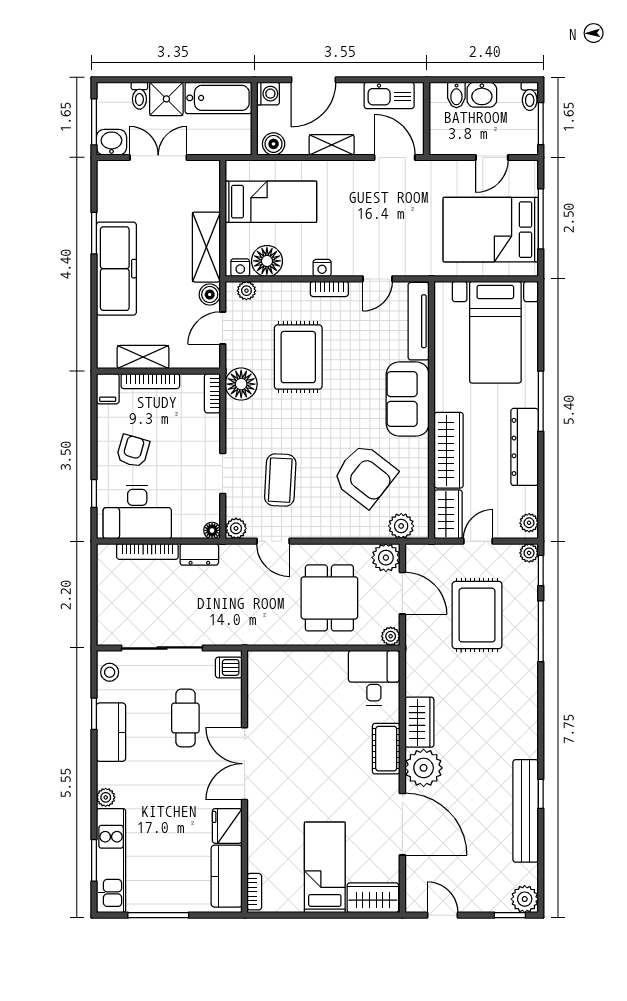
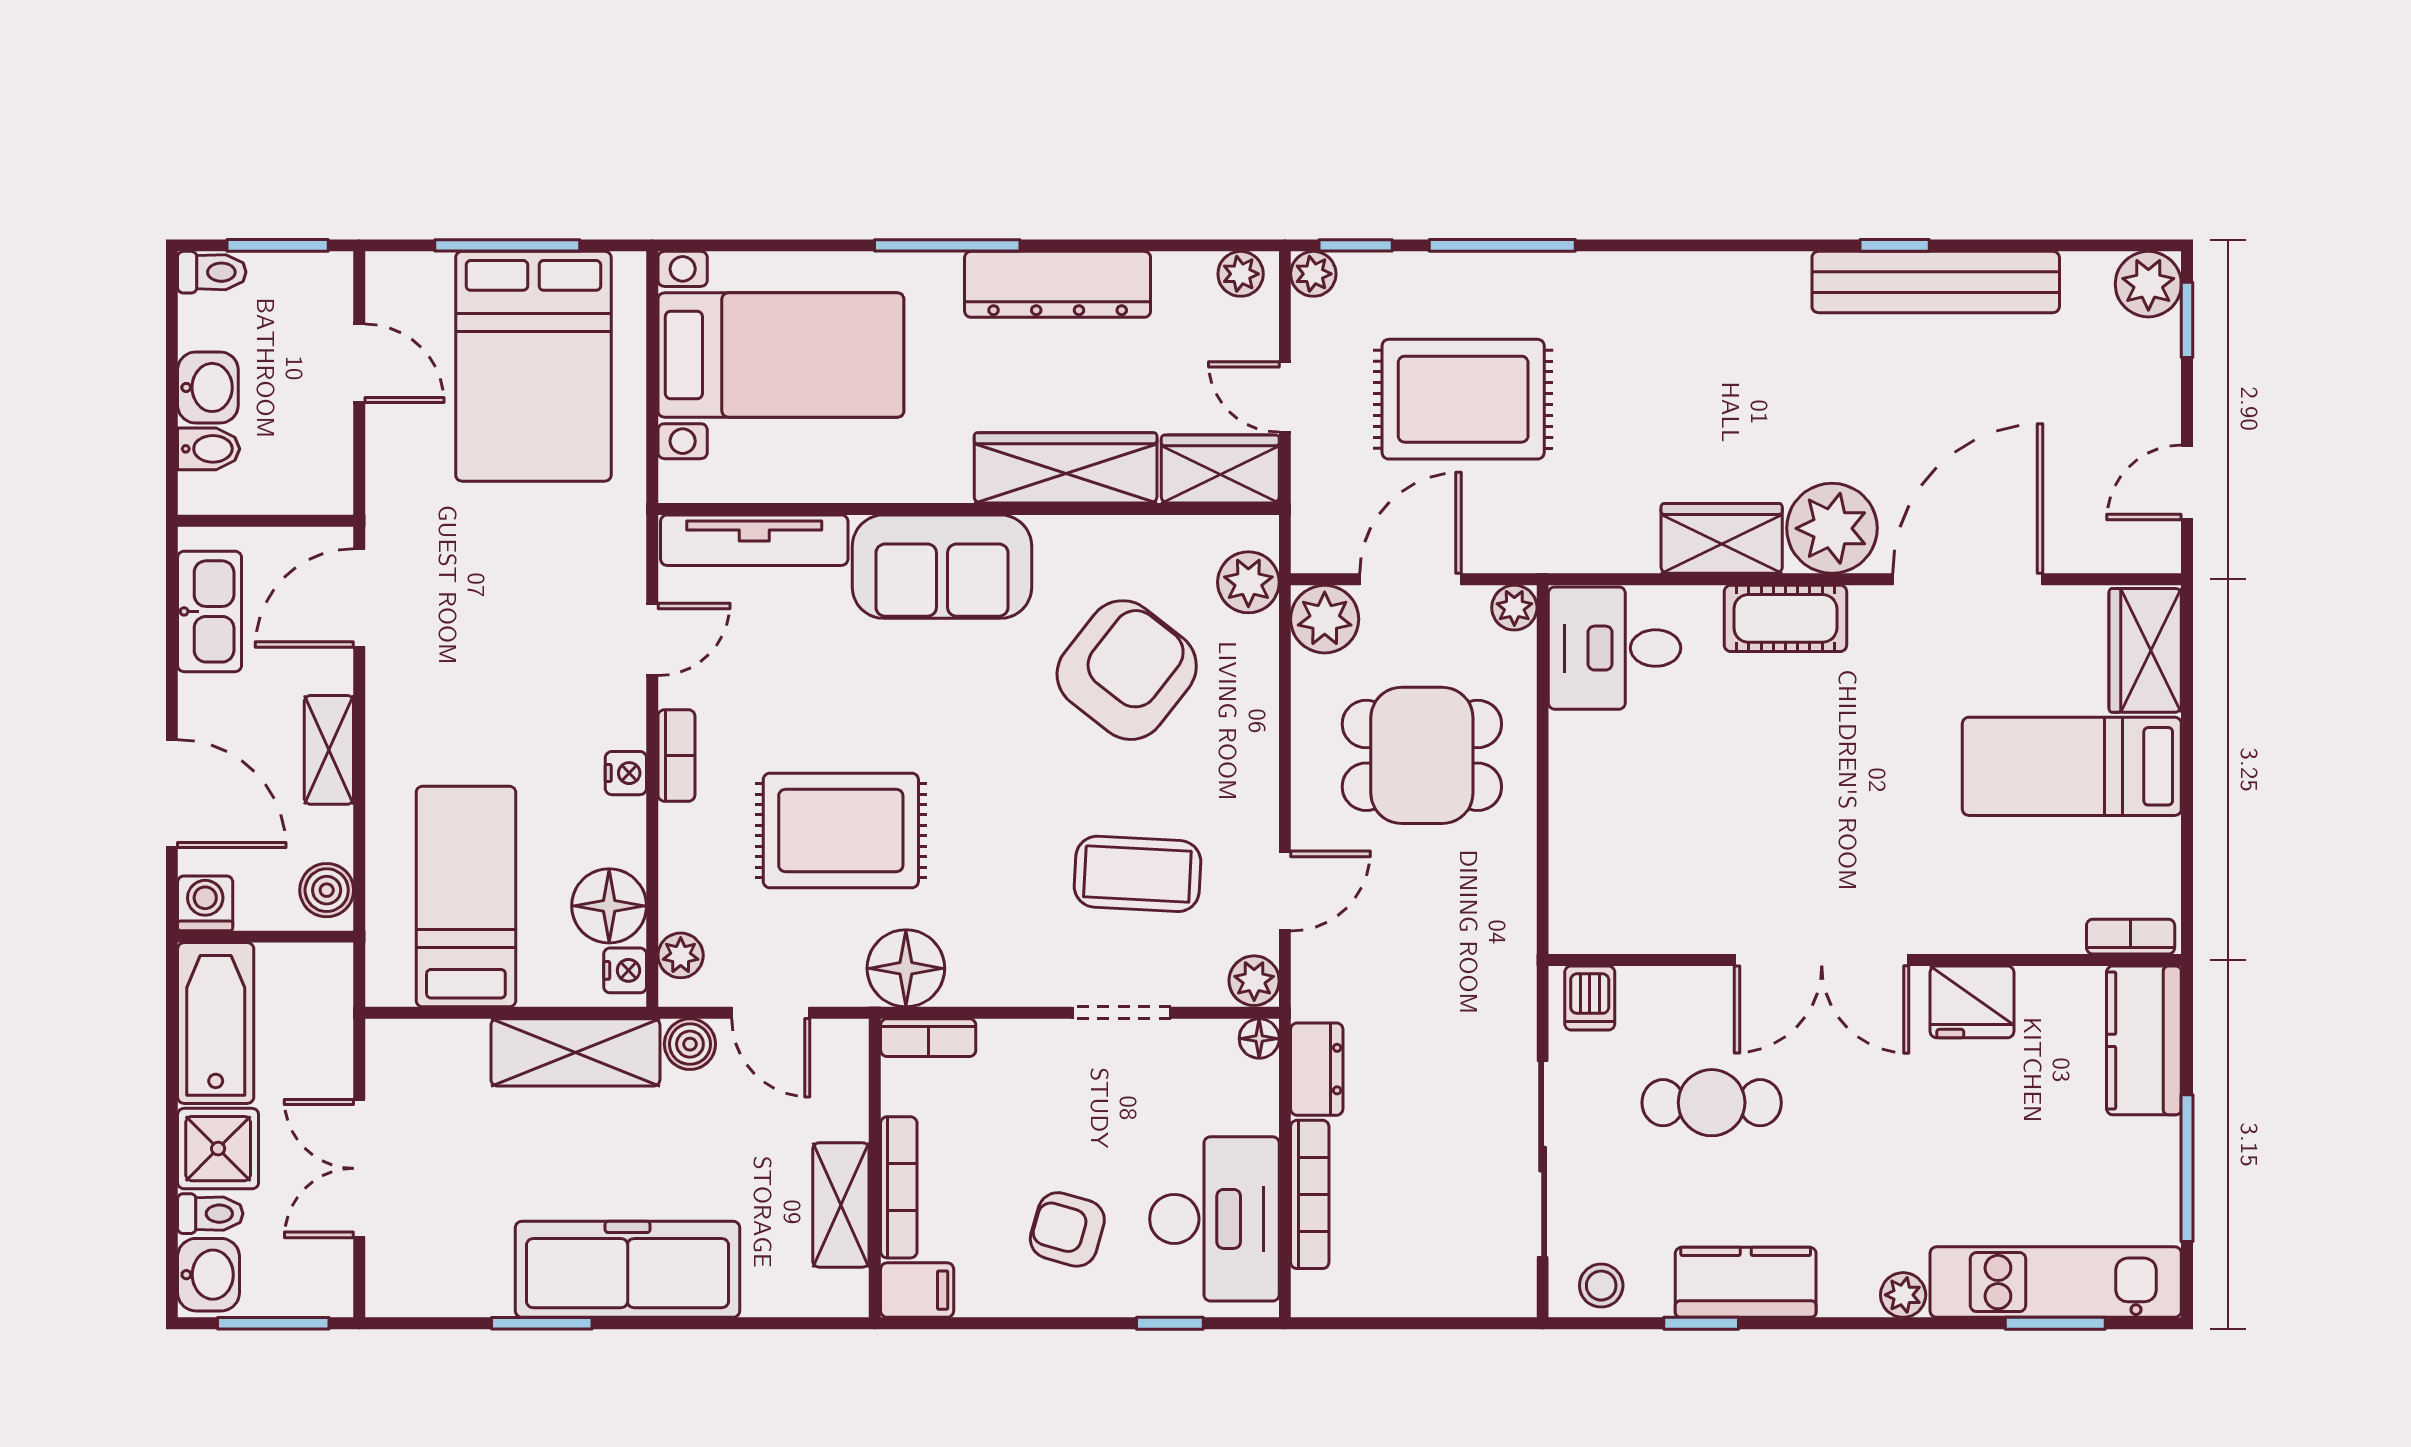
washbasin: (111, 142) -> (209, 1275), moved, turned 180
door: (377, 279) -> (652, 639), hinge flipped
kitchen counter: (227, 876) -> (2144, 1040), moved, turned 90

